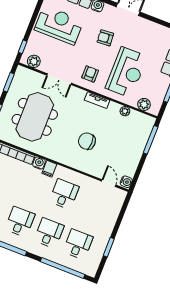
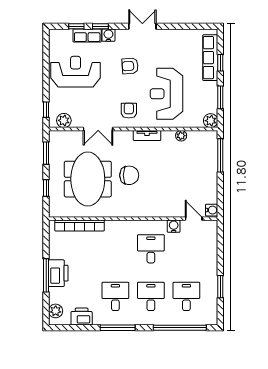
reception desk: (126, 72) -> (167, 94), turned 180
plant: (144, 104) -> (211, 121), moved
chair: (87, 141) -> (129, 175), moved, turned 180
water cooler: (39, 163) -> (174, 226), moved
filing cabinet: (49, 169) -> (125, 228), removed

